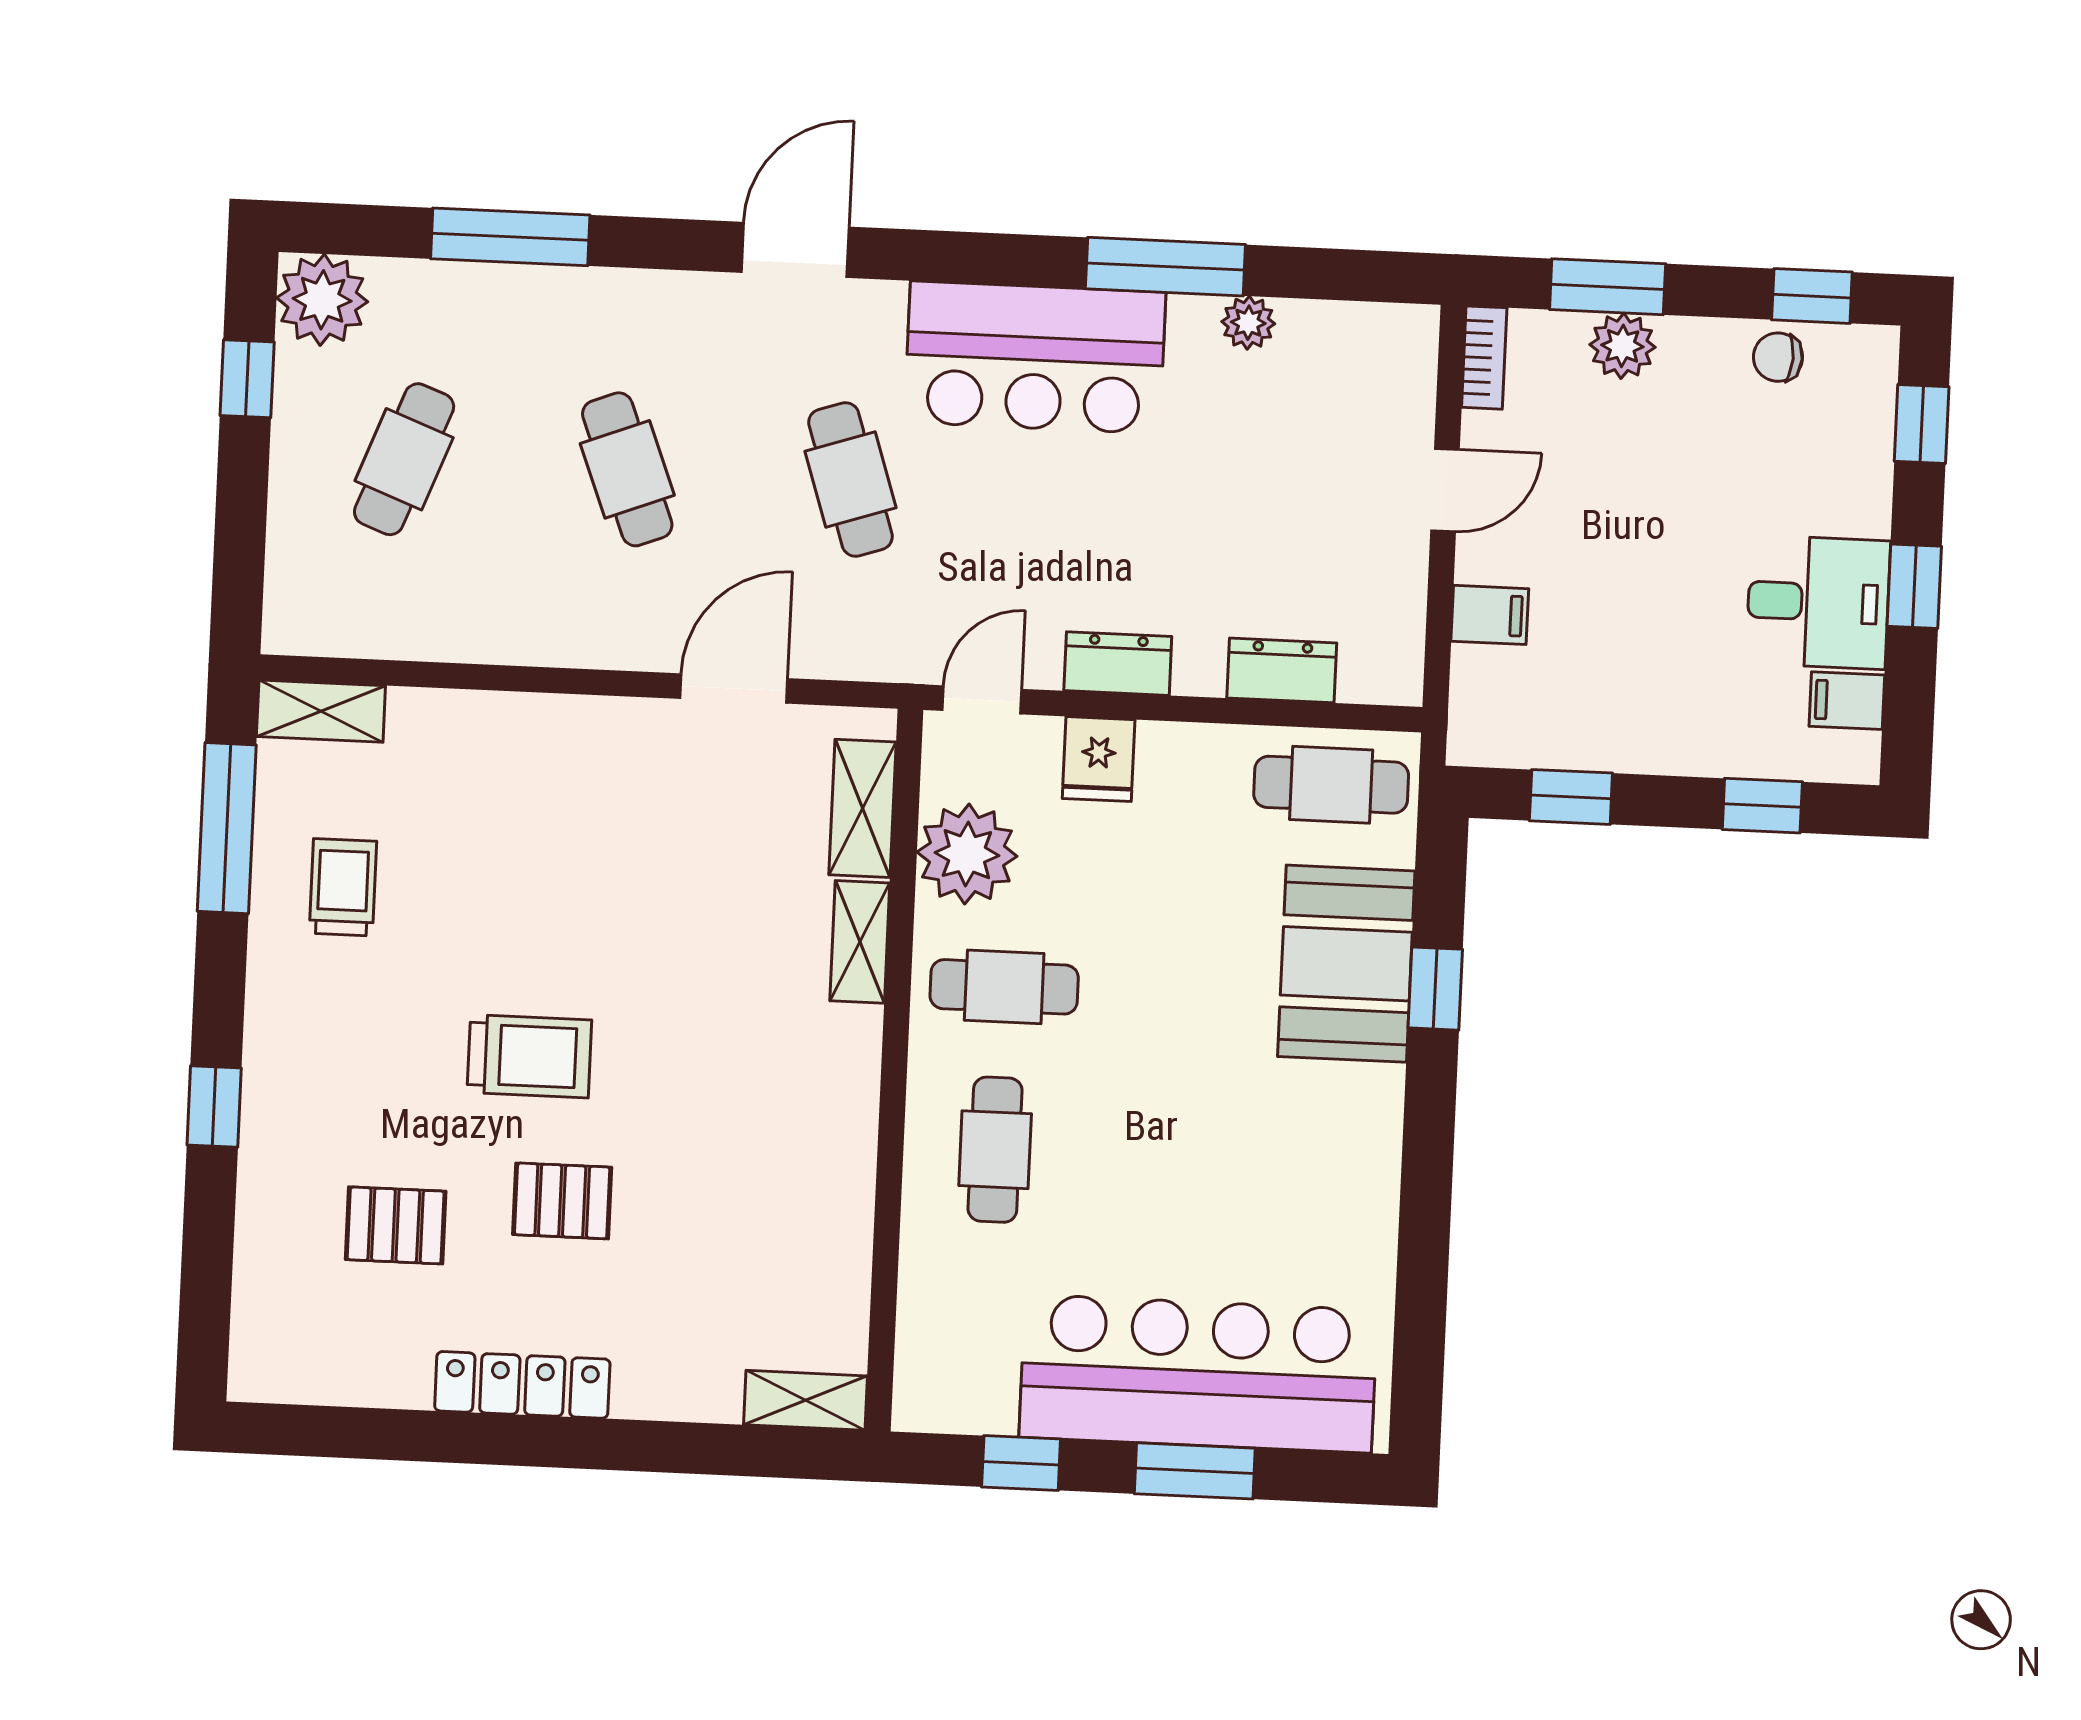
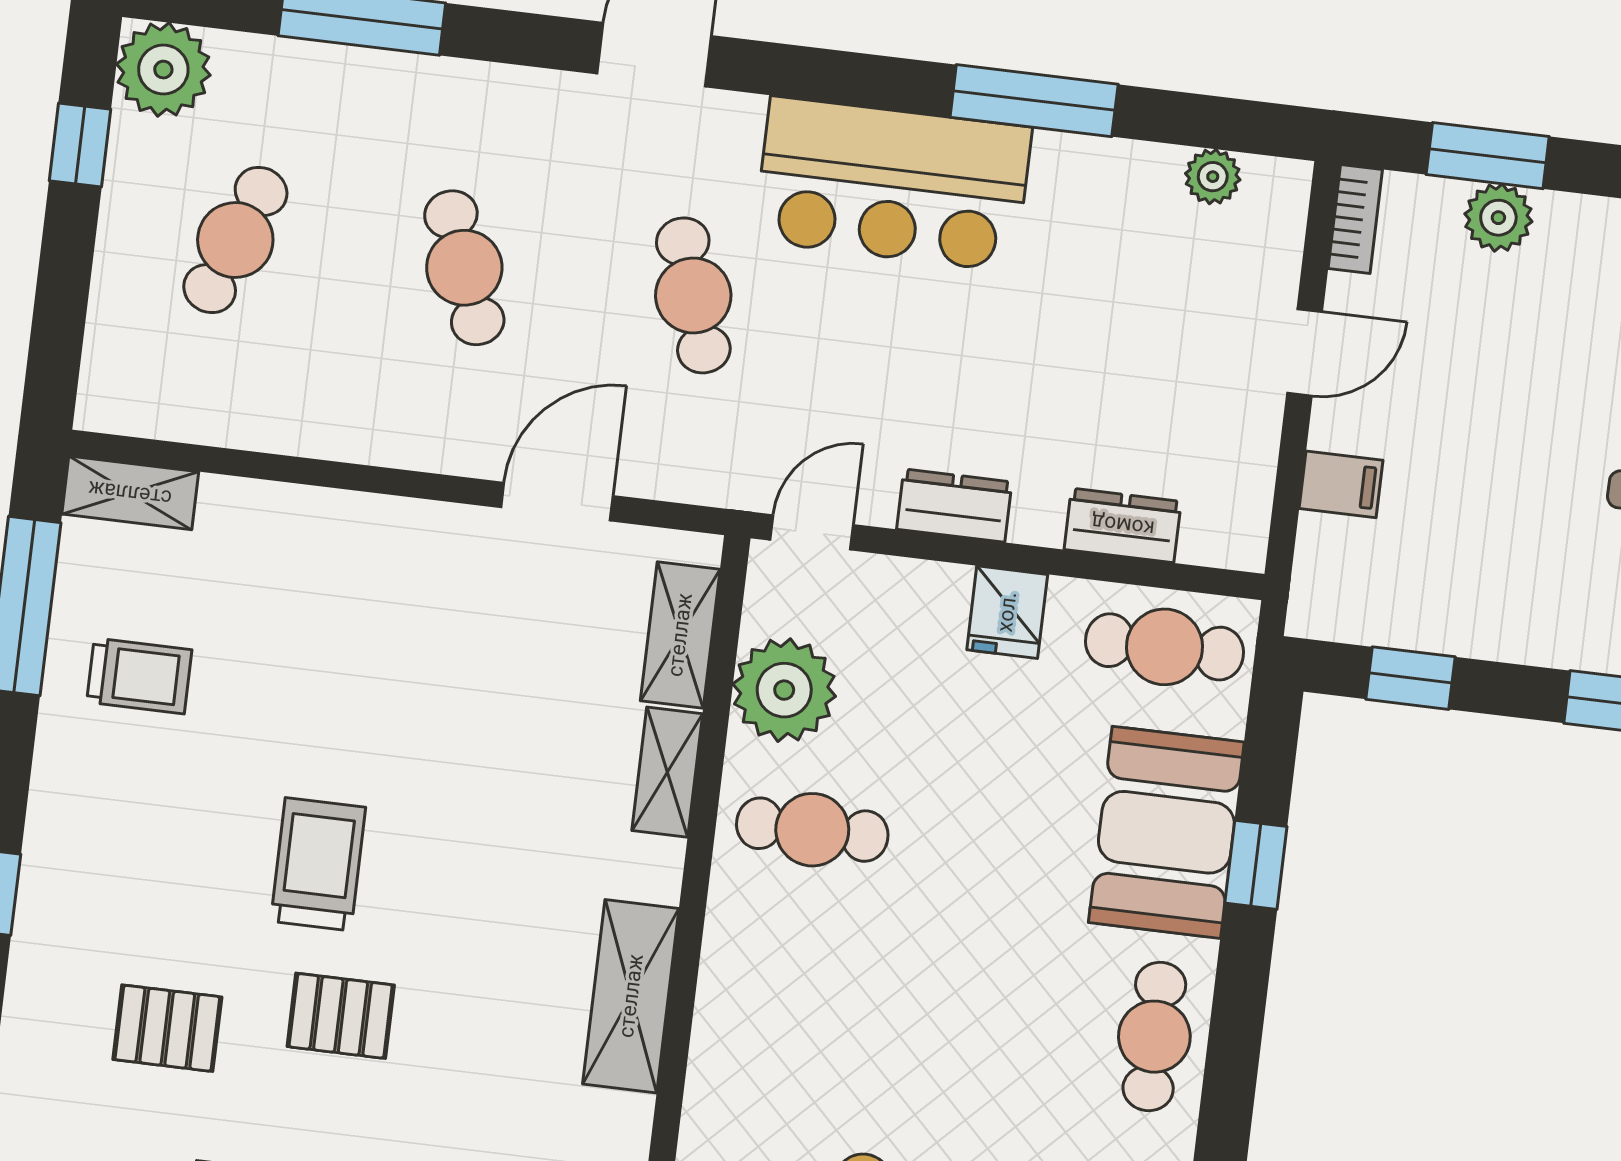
plant: (1248, 323) -> (1213, 177), moved
fridge: (1099, 759) -> (1007, 612), moved
trolley: (343, 887) -> (139, 676), turned 90
trolley: (529, 1056) -> (318, 864), turned -90
cafe table: (995, 1150) -> (1154, 1037), moved
shelving: (841, 1161) -> (631, 996), added

